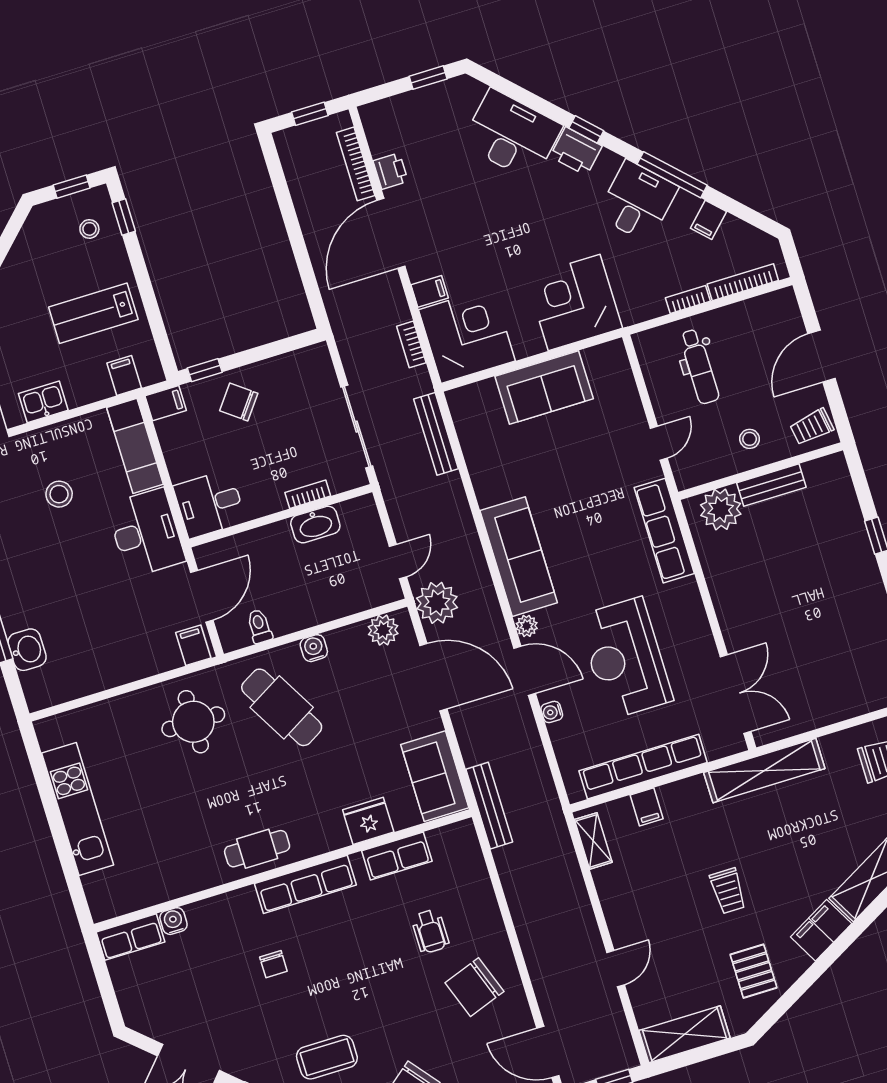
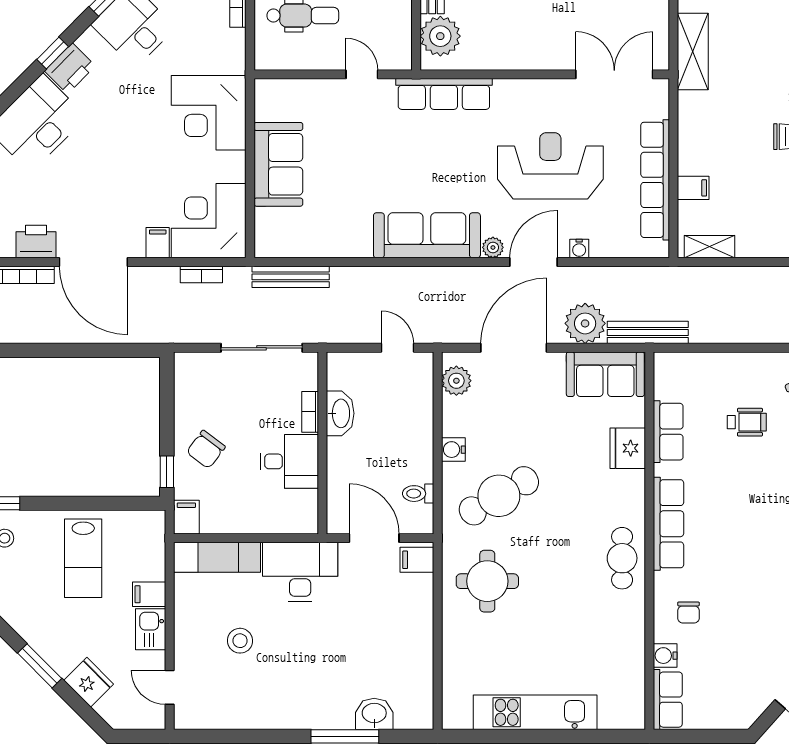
printer: (391, 171) -> (36, 242), width x1.36, depth x1.24
filing cabinet: (124, 375) -> (149, 594), moved
desk: (210, 504) -> (289, 461), moved, turned -90
plant: (437, 603) -> (585, 323), moved
reception desk: (625, 658) -> (550, 166), turned 180
shelving: (764, 771) -> (693, 51), width x0.68
chair: (273, 964) -> (688, 612), moved, turned 90

